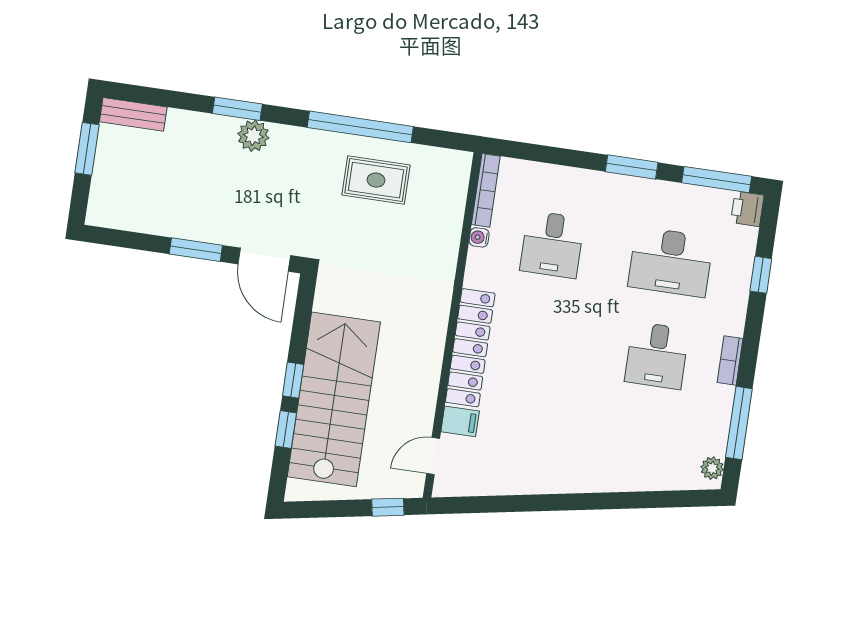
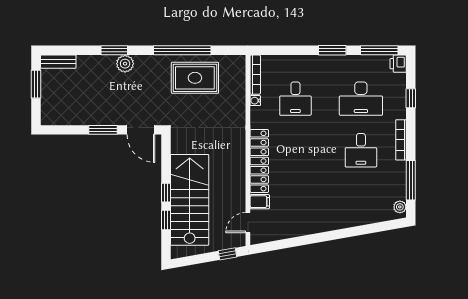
rug: (376, 180) -> (195, 78), width x1.36, depth x1.43
bookcase: (730, 361) -> (401, 140), width x1.56

